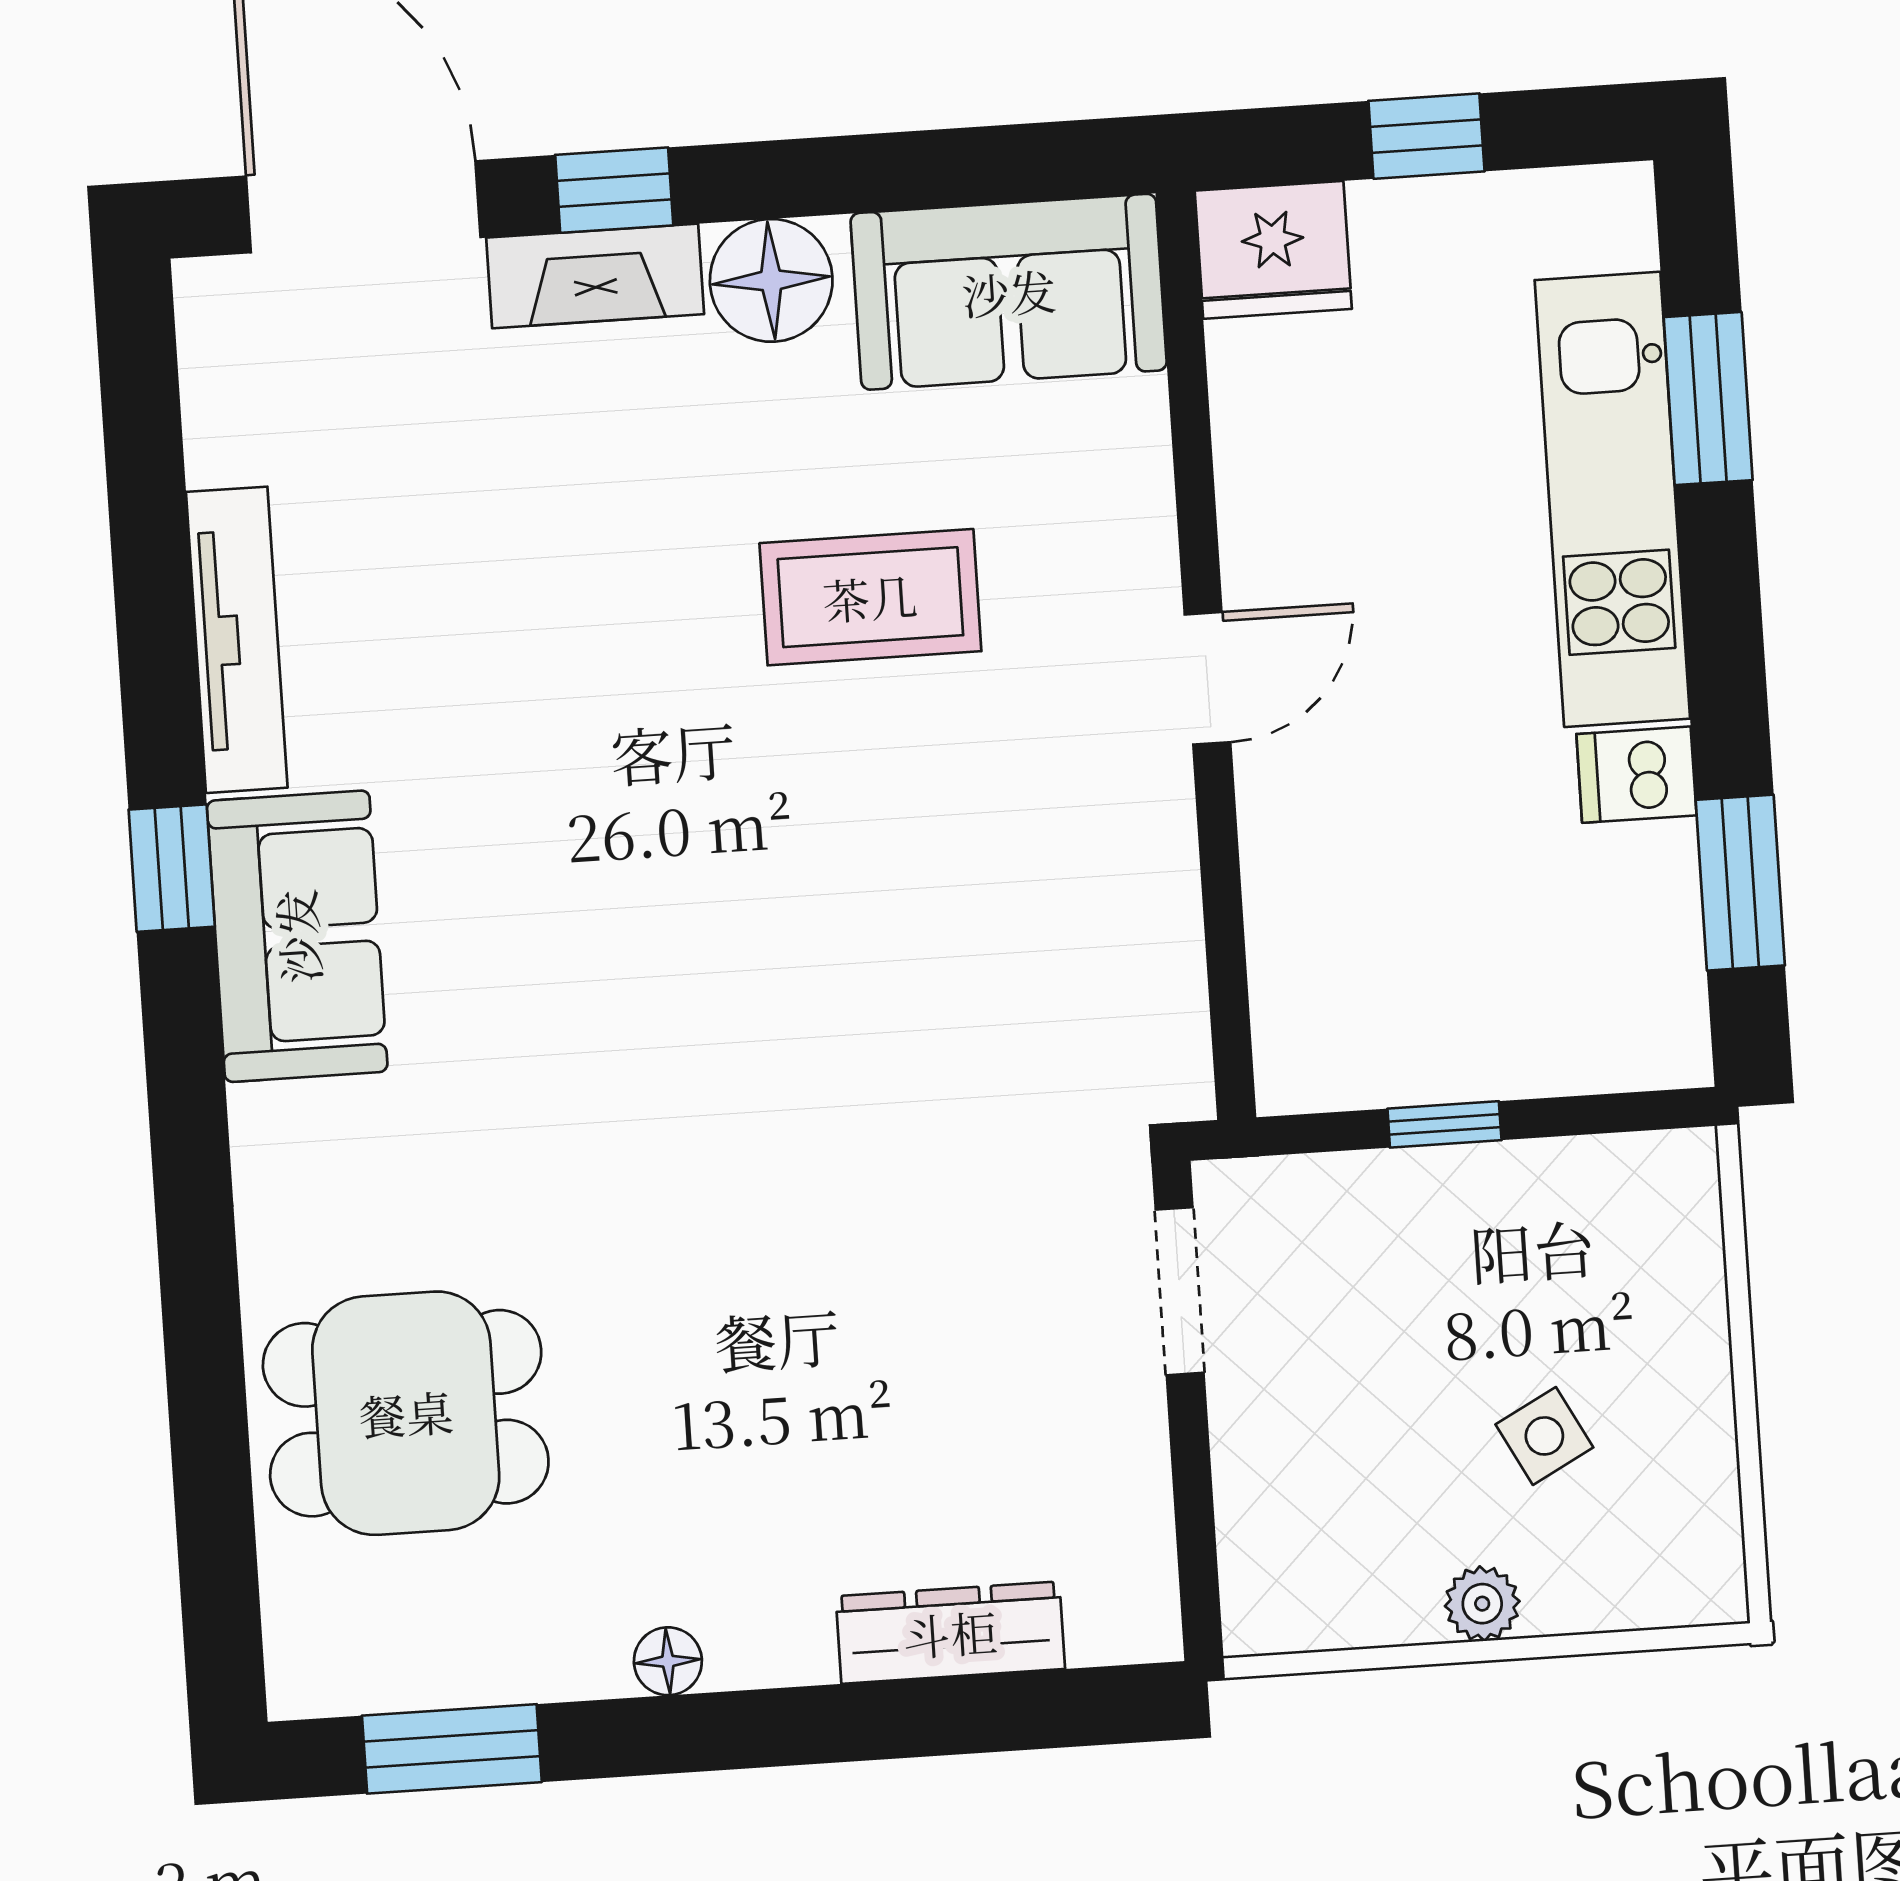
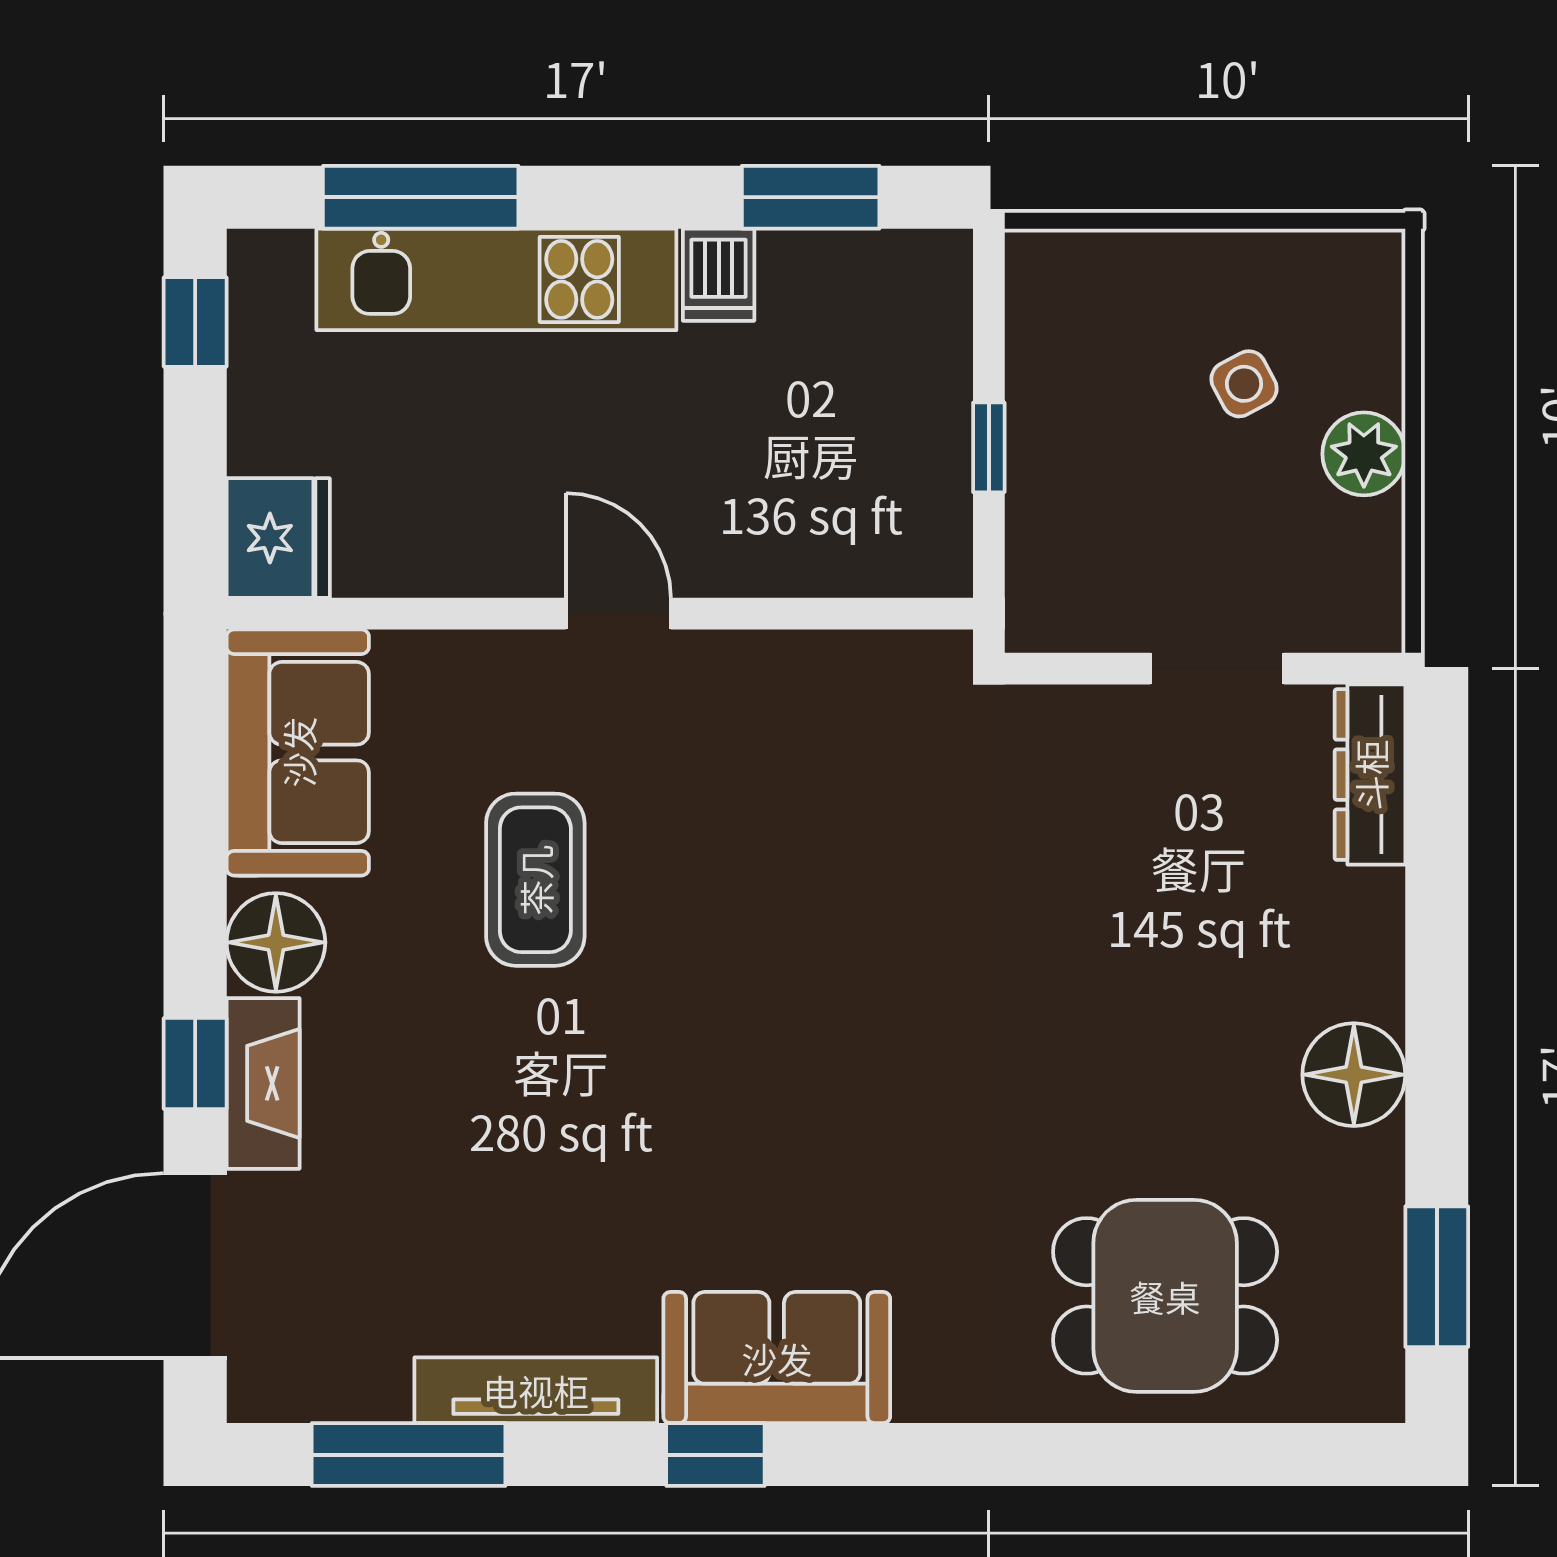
window: (1426, 136) -> (195, 322), moved
window: (1708, 399) -> (421, 197), width x1.44
window: (146, 487) -> (409, 1455), added
doorway: (1180, 1291) -> (1217, 669), moved
dining table: (406, 1413) -> (1165, 1296), turned 90
plant: (1482, 1604) -> (1364, 454), width x1.38, depth x1.38
dresser: (950, 1633) -> (1370, 775), moved
floor lamp: (668, 1661) -> (1354, 1075), width x1.89, depth x1.89

